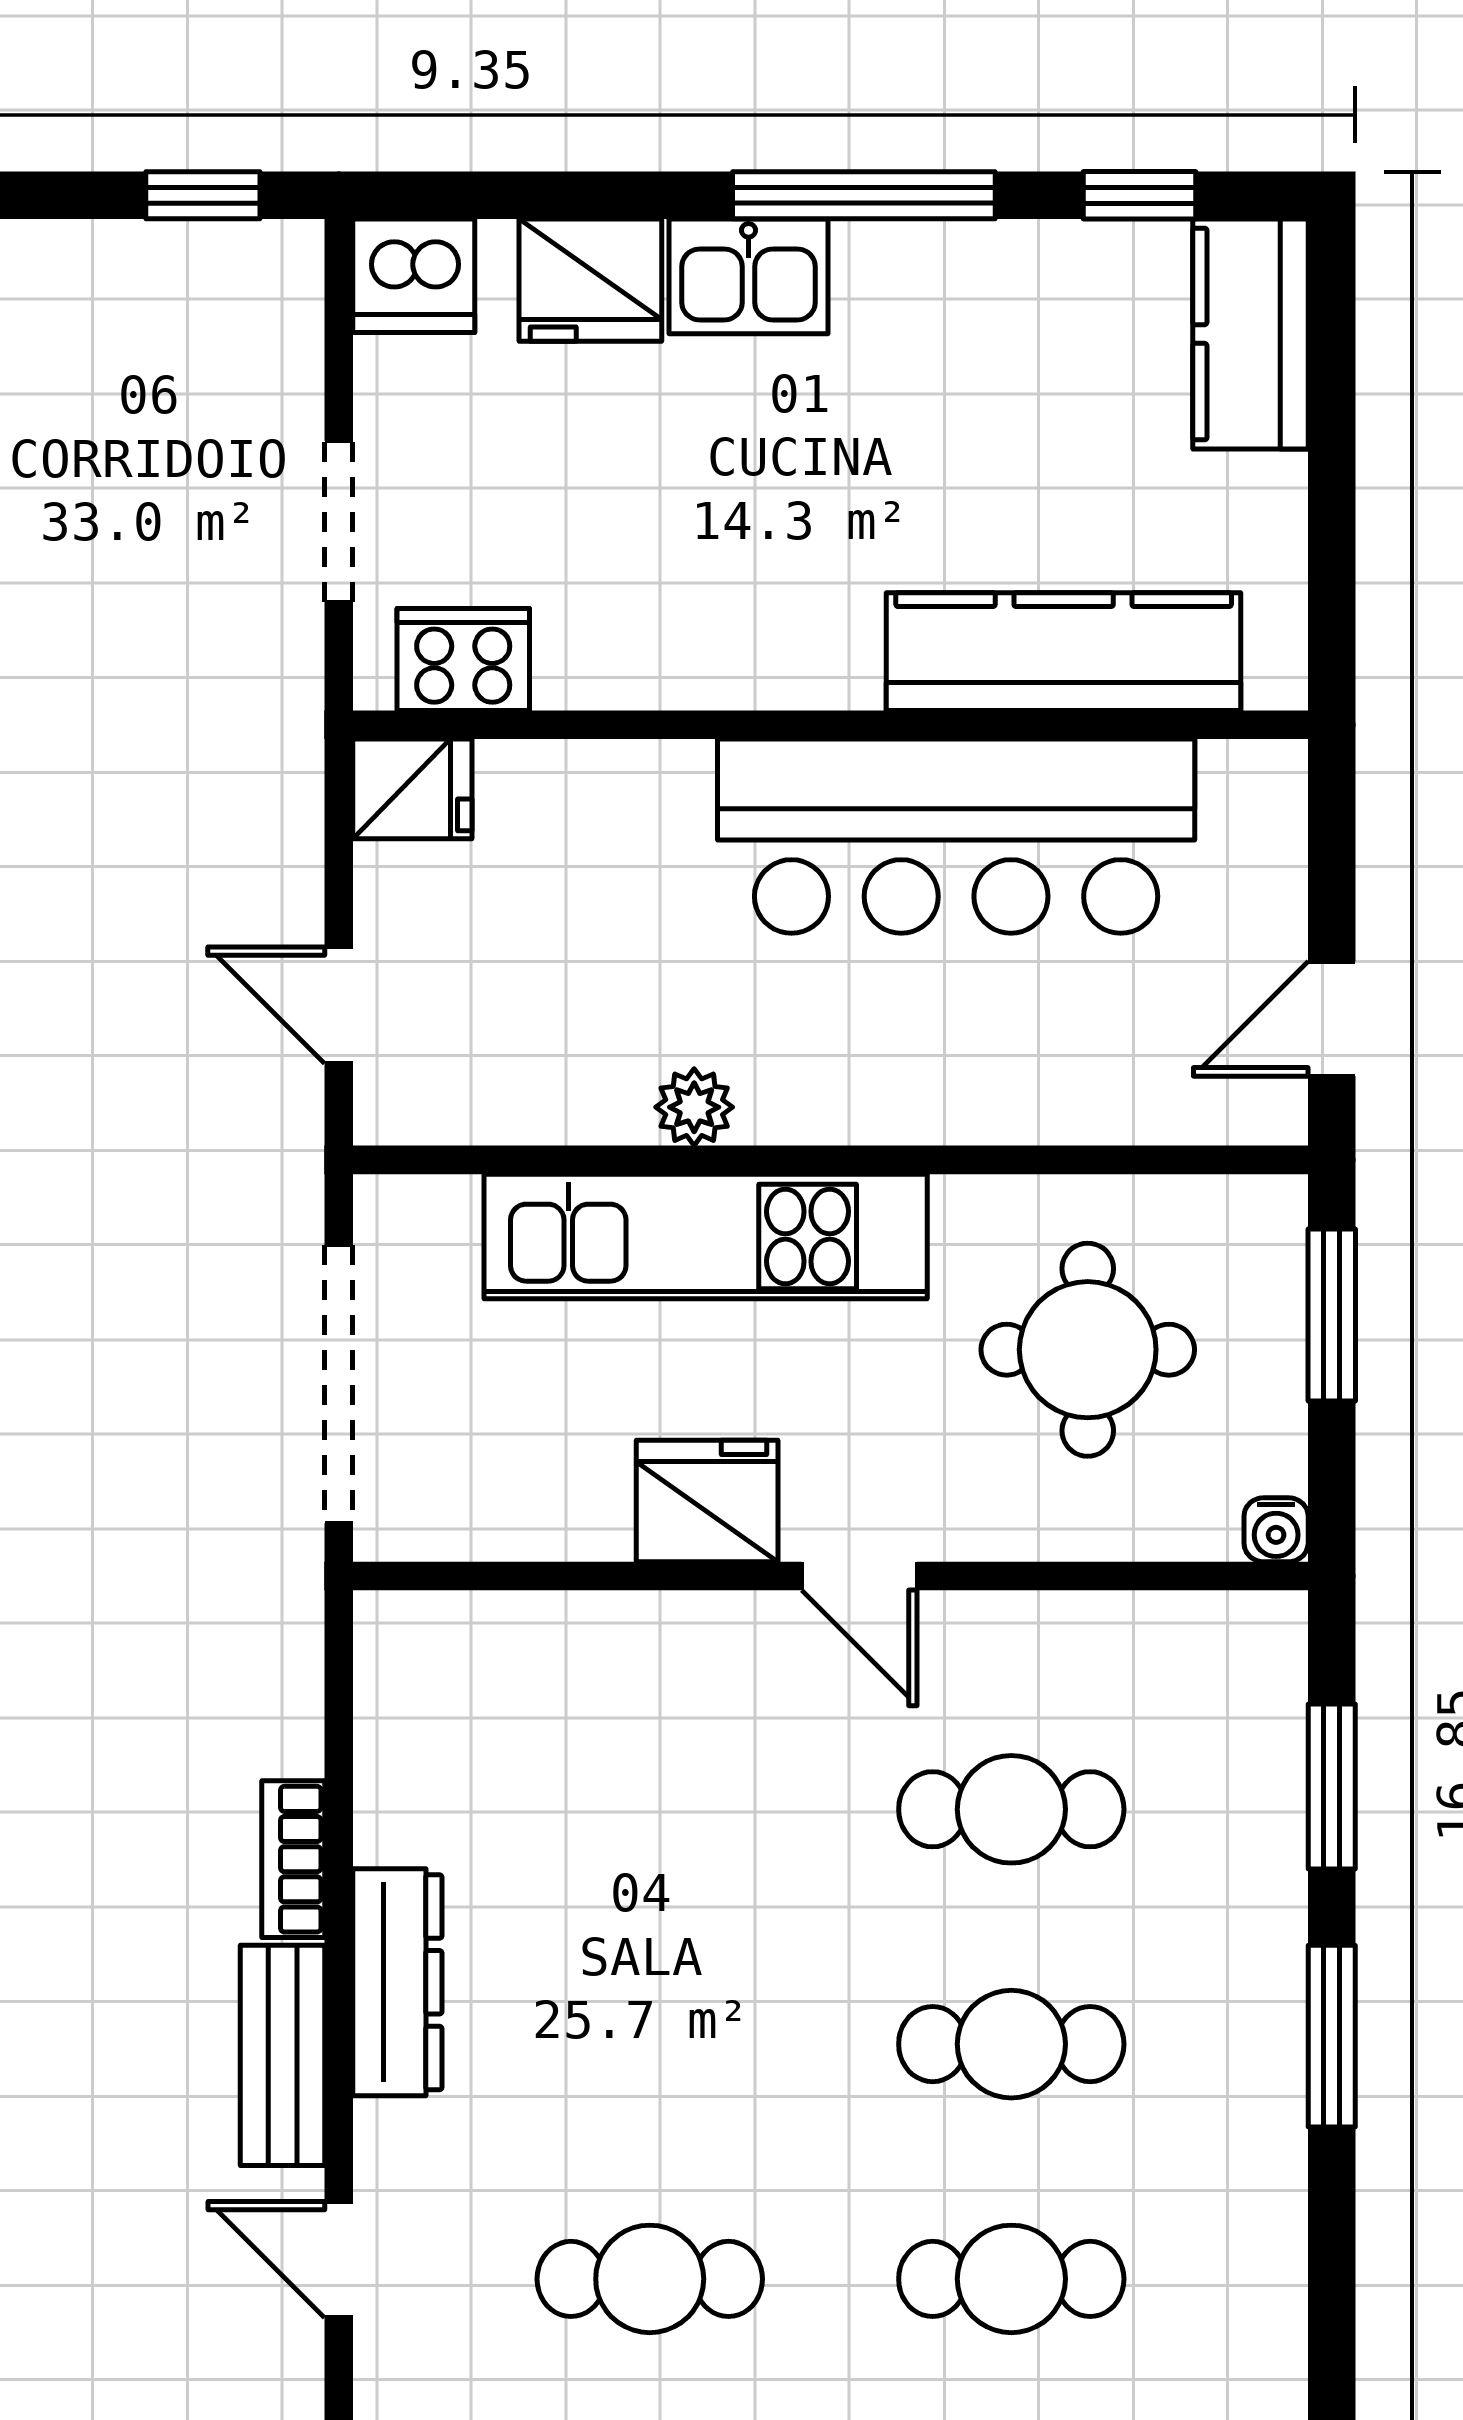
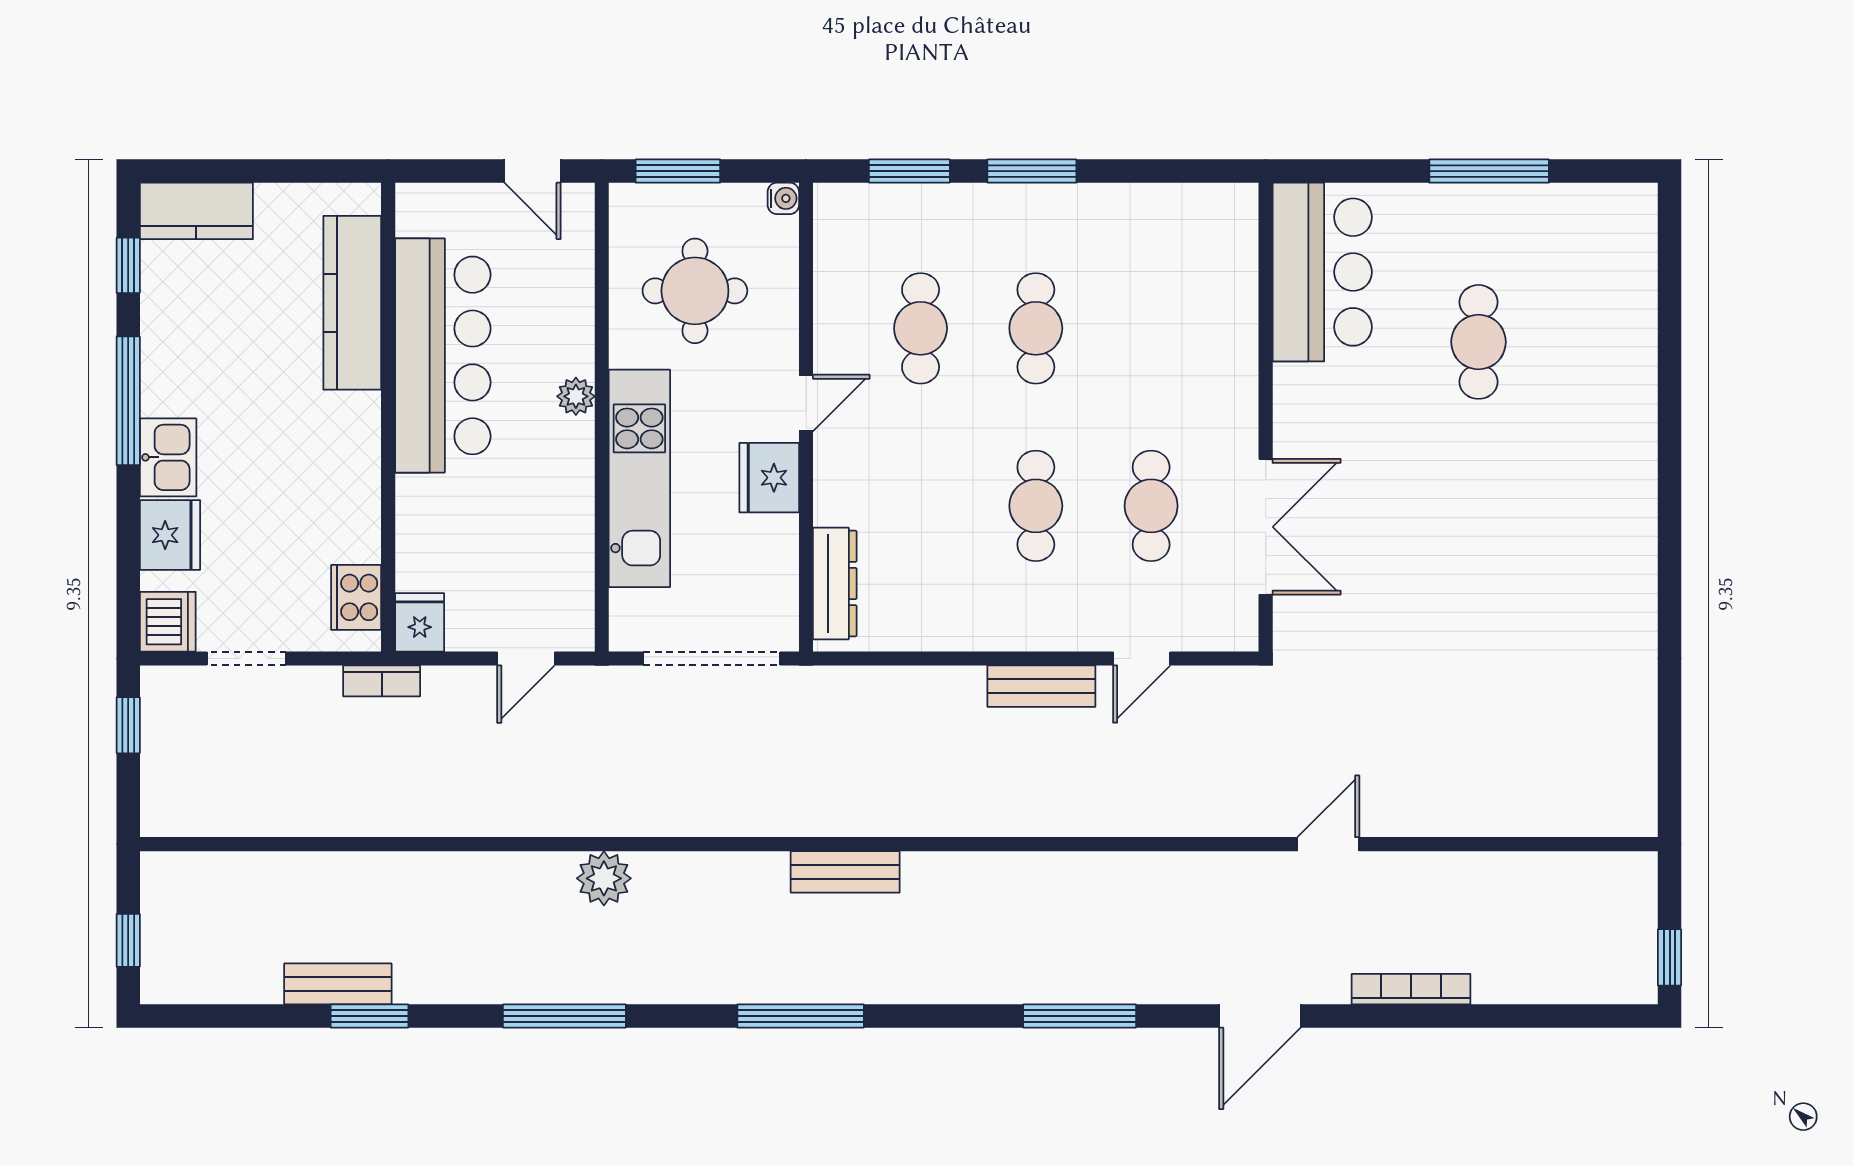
doorway: (339, 521) -> (246, 659), moved
plant: (694, 1107) -> (576, 396), moved
bookcase: (293, 1859) -> (382, 681), moved
dresser: (397, 1982) -> (835, 584), moved, turned 90
cafe table: (1011, 2279) -> (1036, 506), moved

